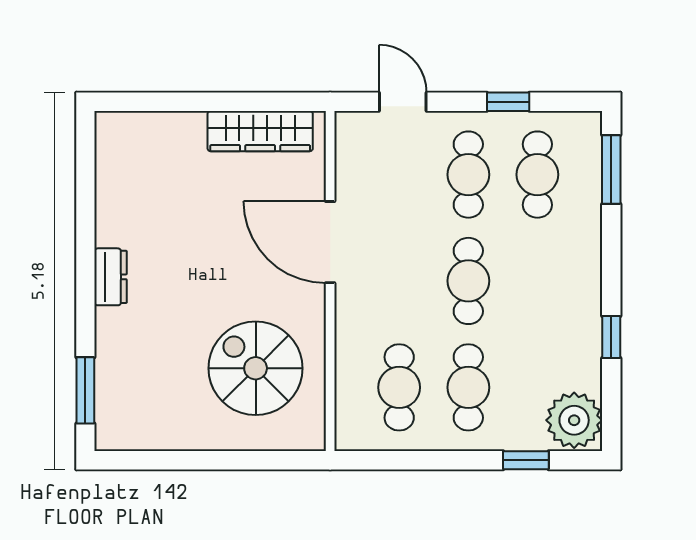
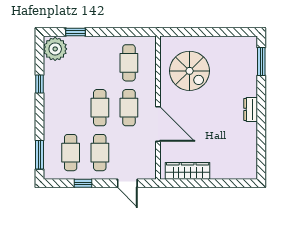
cafe table: (468, 387) -> (129, 108), moved

